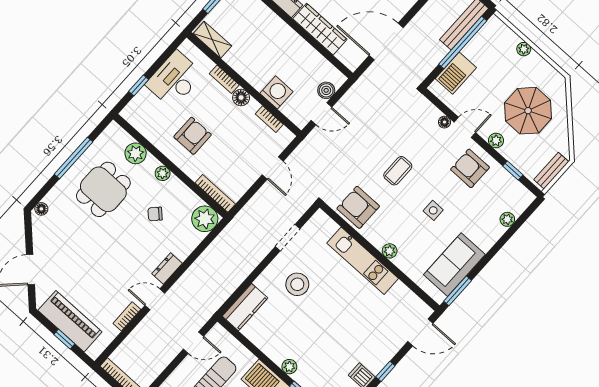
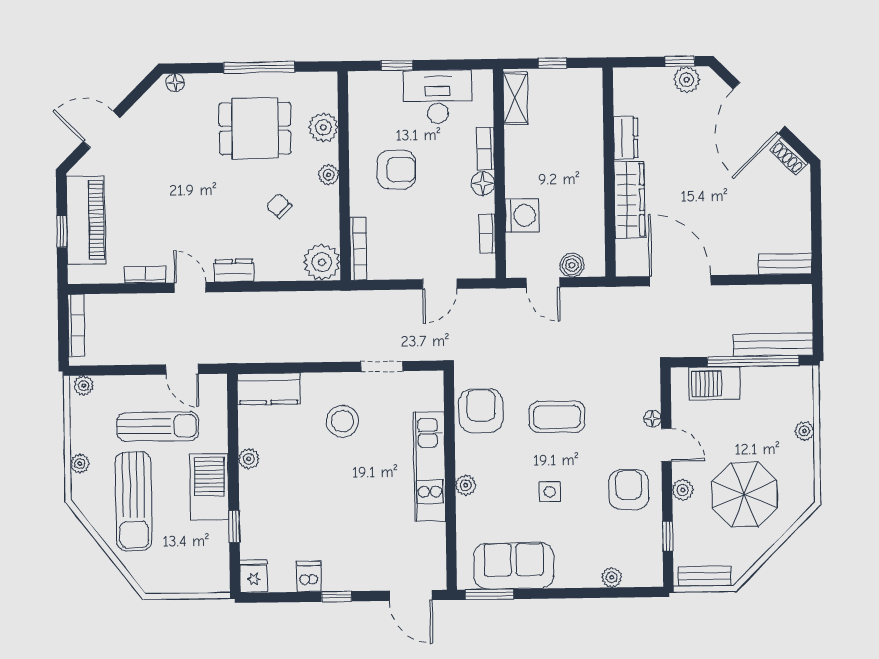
coffee table: (398, 171) -> (557, 417), width x1.36, depth x1.30
plant: (289, 367) -> (249, 459), moved

